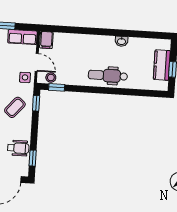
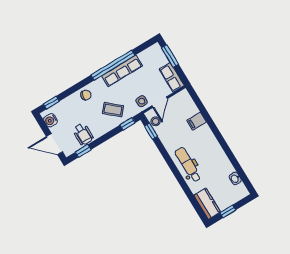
filing cabinet: (46, 40) -> (197, 121), moved
washbasin: (121, 41) -> (235, 178), moved
kitchen counter: (162, 65) -> (207, 204), moved, turned 90

